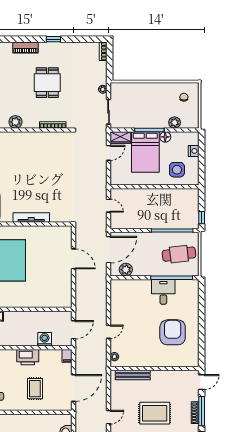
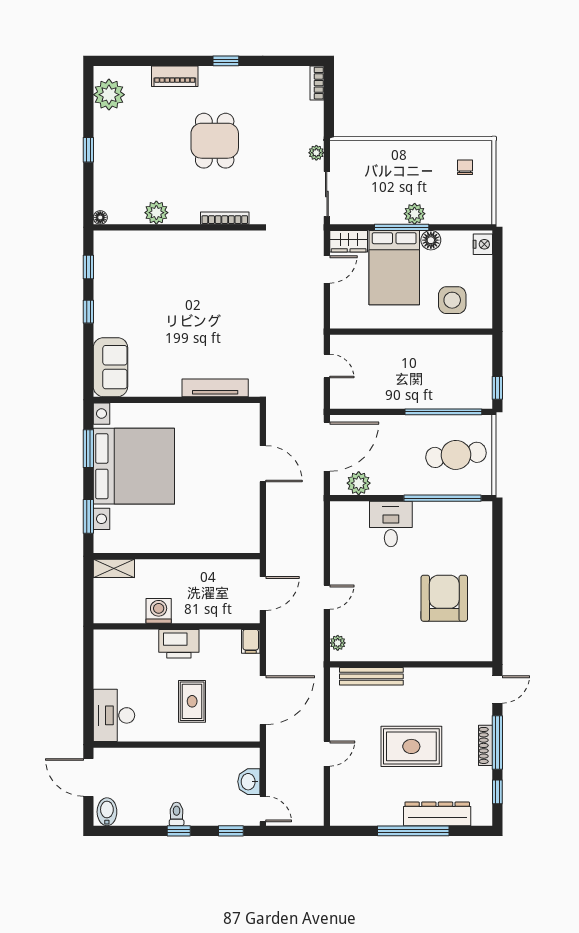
plant: (175, 123) -> (415, 214), moved
nightstand: (194, 151) -> (483, 244), moved
tv unit: (31, 217) -> (215, 388), moved
desk: (163, 292) -> (391, 524), moved
washing machine: (45, 339) -> (159, 611), moved

